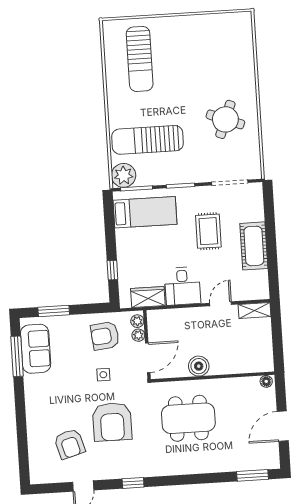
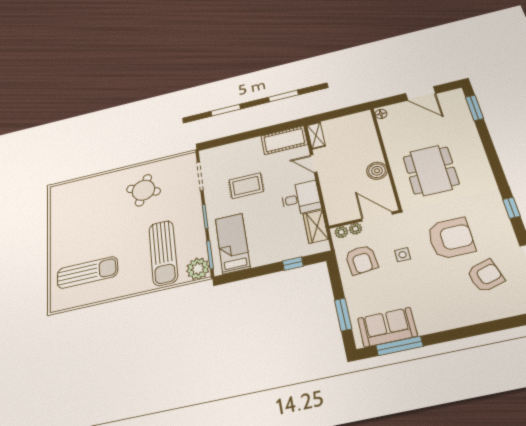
cot: (254, 246) -> (284, 140), moved

